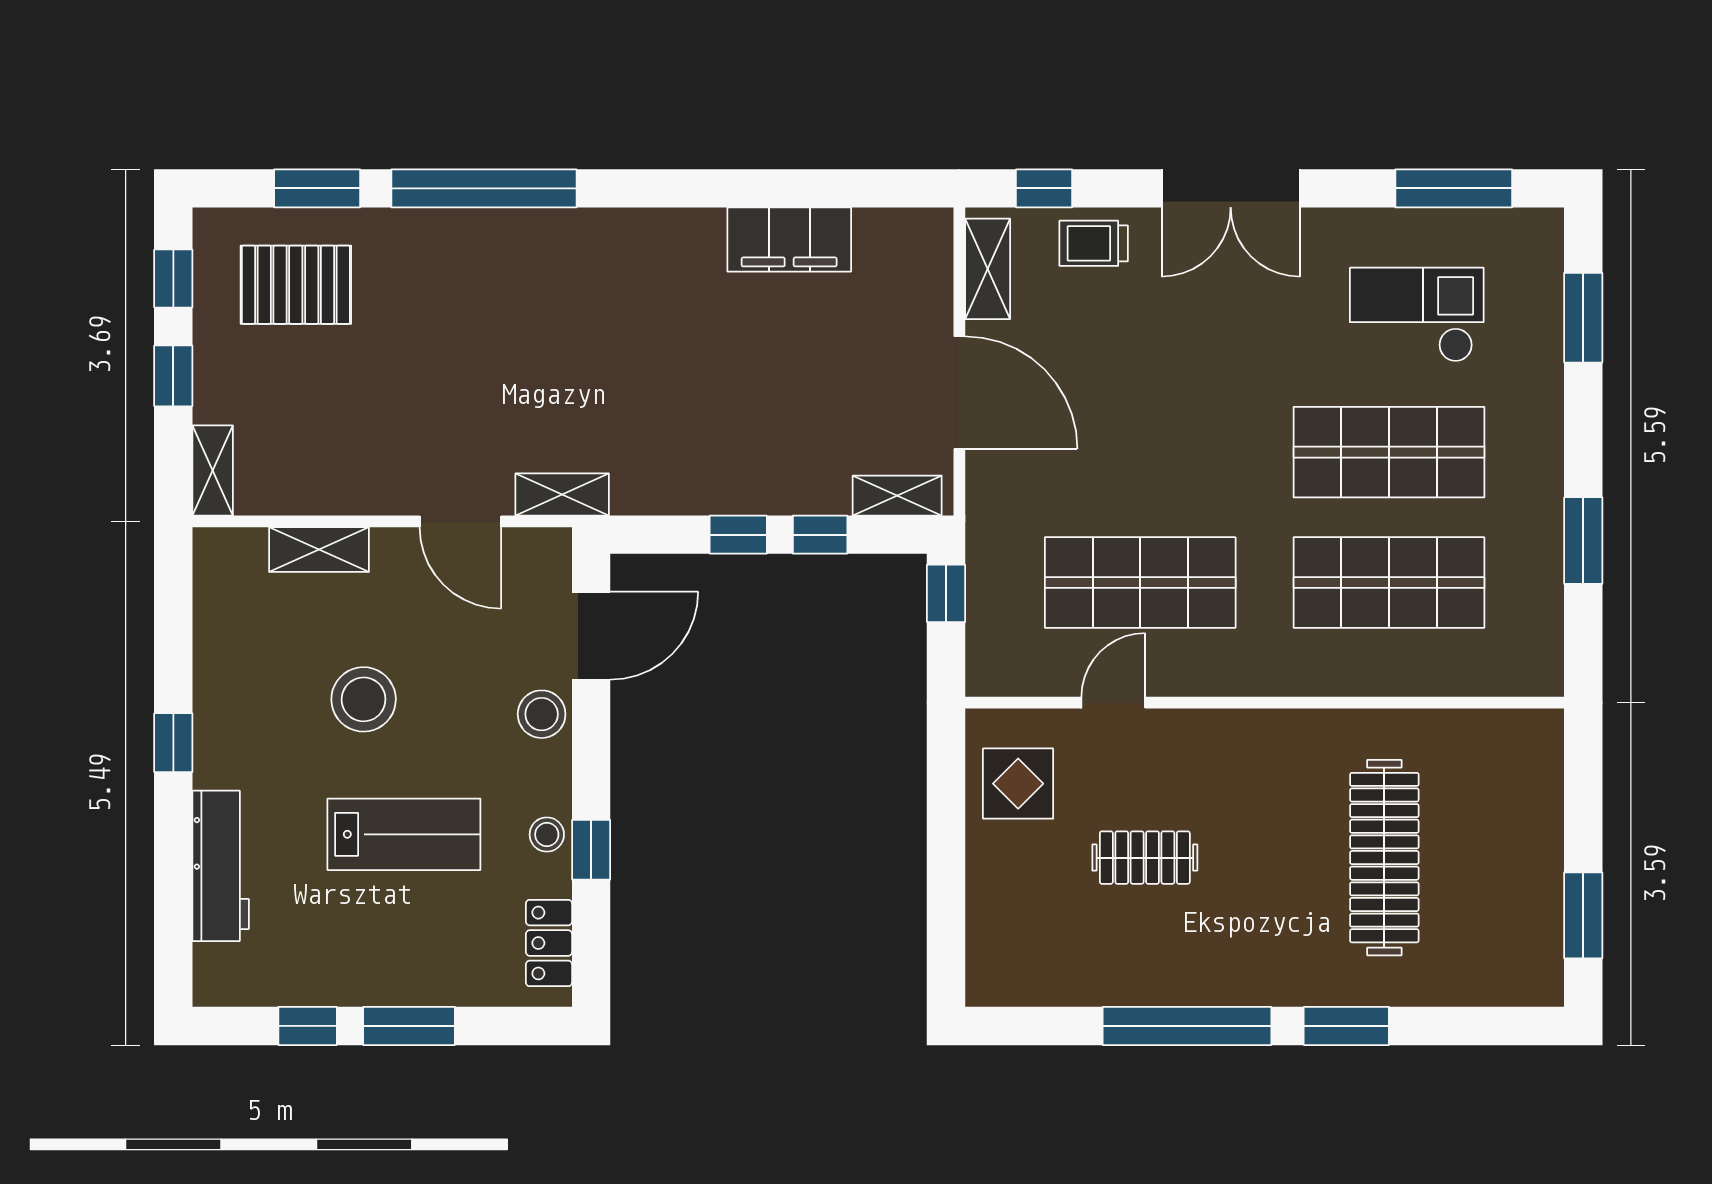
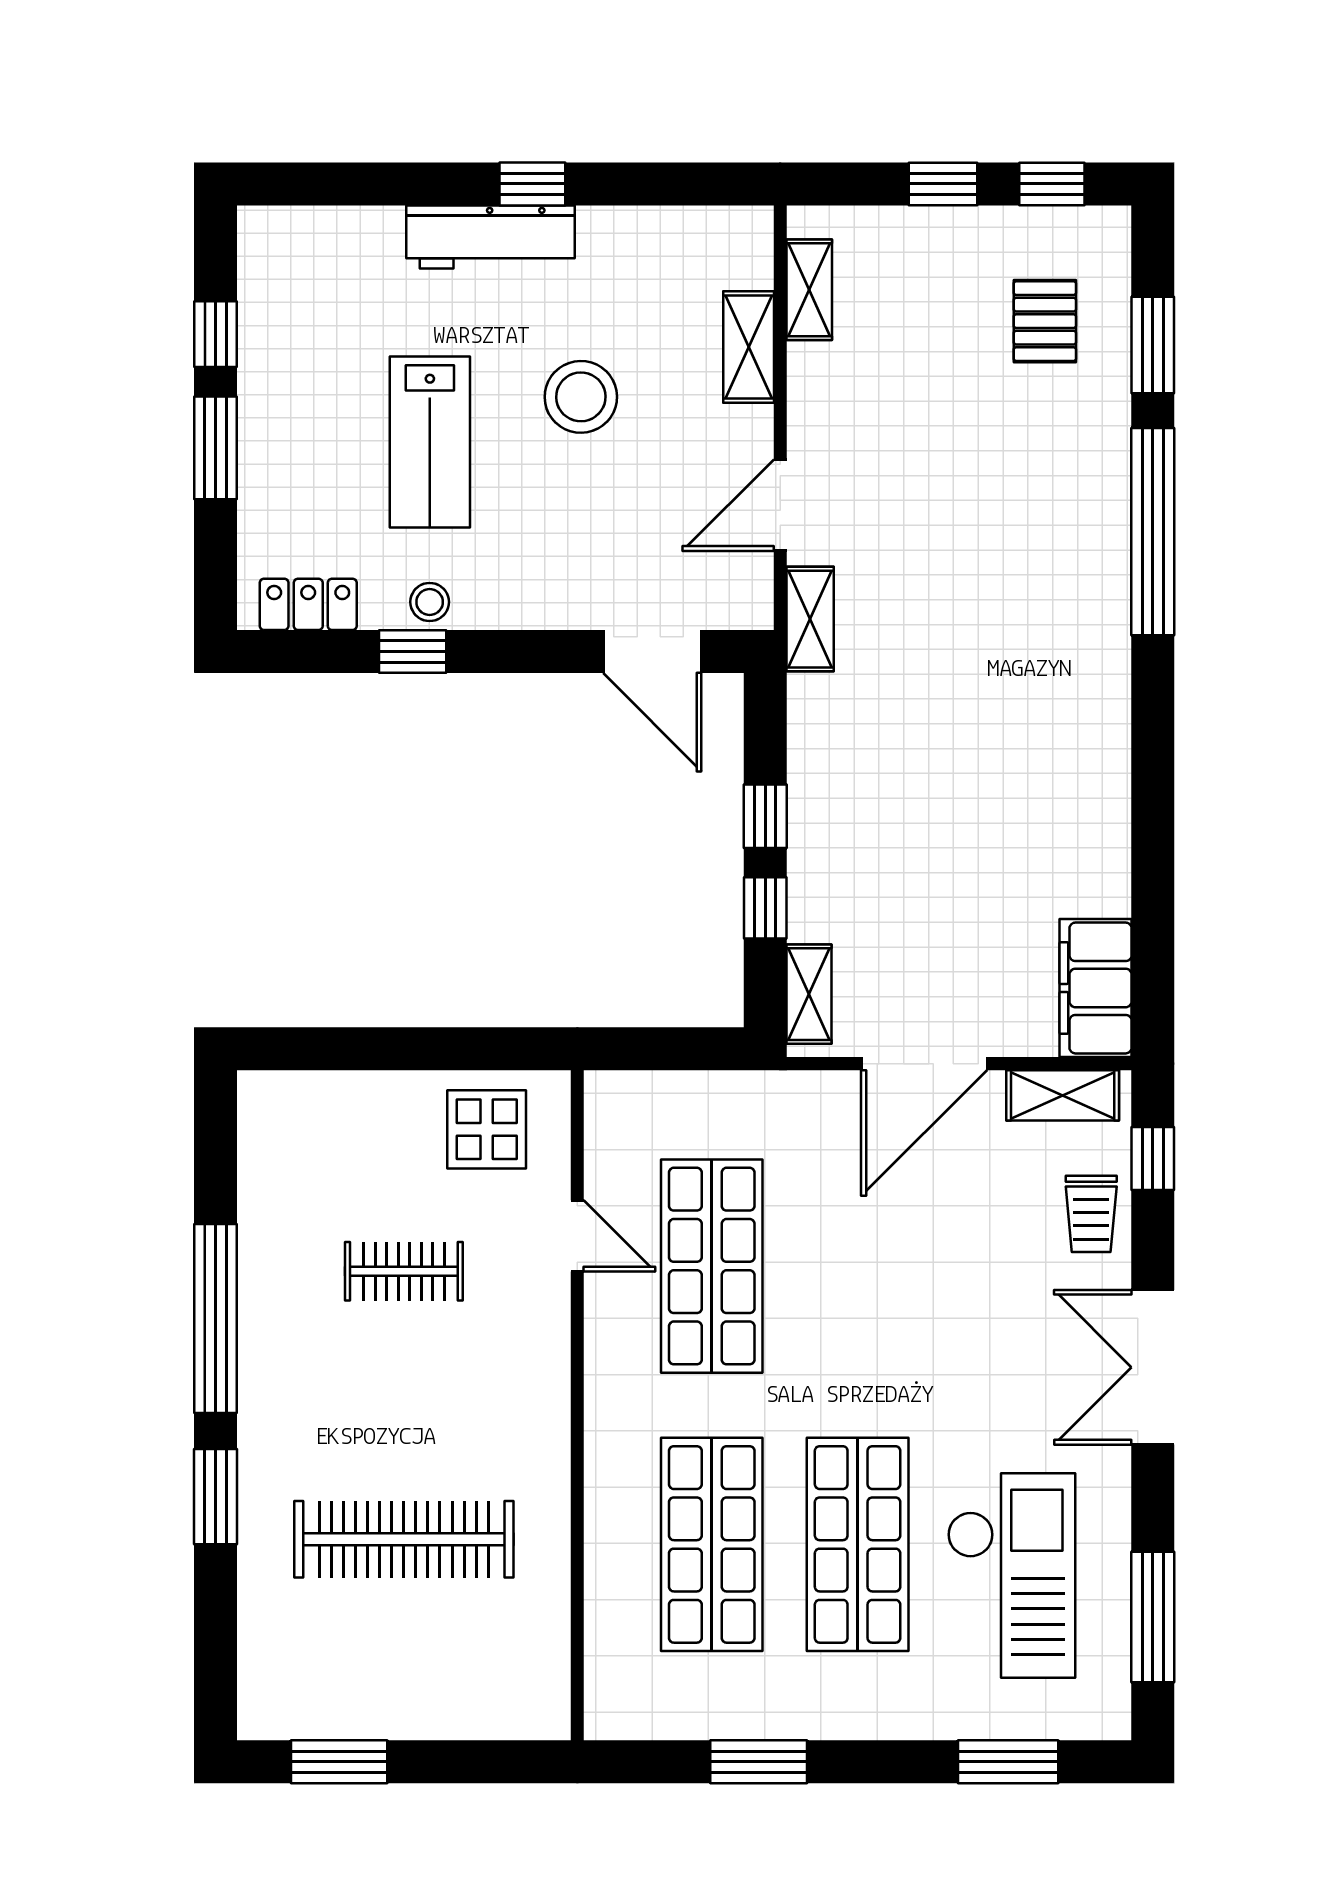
filing cabinet: (789, 240) -> (1096, 988), moved
trolley: (1094, 243) -> (1091, 1214), turned 180
pallet: (296, 285) -> (1045, 321), width x0.67, depth x0.71
checkout: (1417, 315) -> (1011, 1576), width x1.36, depth x1.21
shelving: (213, 471) -> (809, 290), moved, turned 90
window: (946, 593) -> (699, 1049), removed
stool: (542, 714) -> (564, 596), removed
clothes rail: (1145, 858) -> (404, 1271), turned 90
workbench: (221, 866) -> (491, 237), moved

